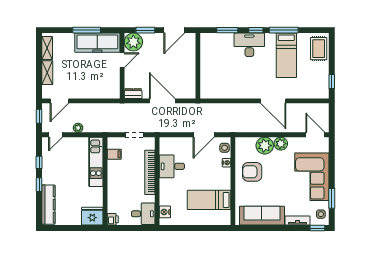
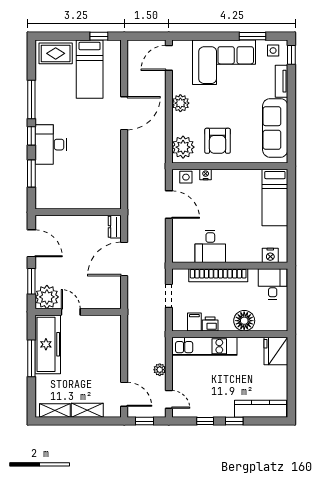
bed: (286, 55) -> (90, 69), moved, turned 90
dresser: (133, 94) -> (115, 227), moved
plant: (265, 146) -> (183, 147), moved
floor lamp: (115, 192) -> (244, 321), added
bed: (209, 200) -> (275, 197), moved
printer: (113, 219) -> (210, 324), moved

